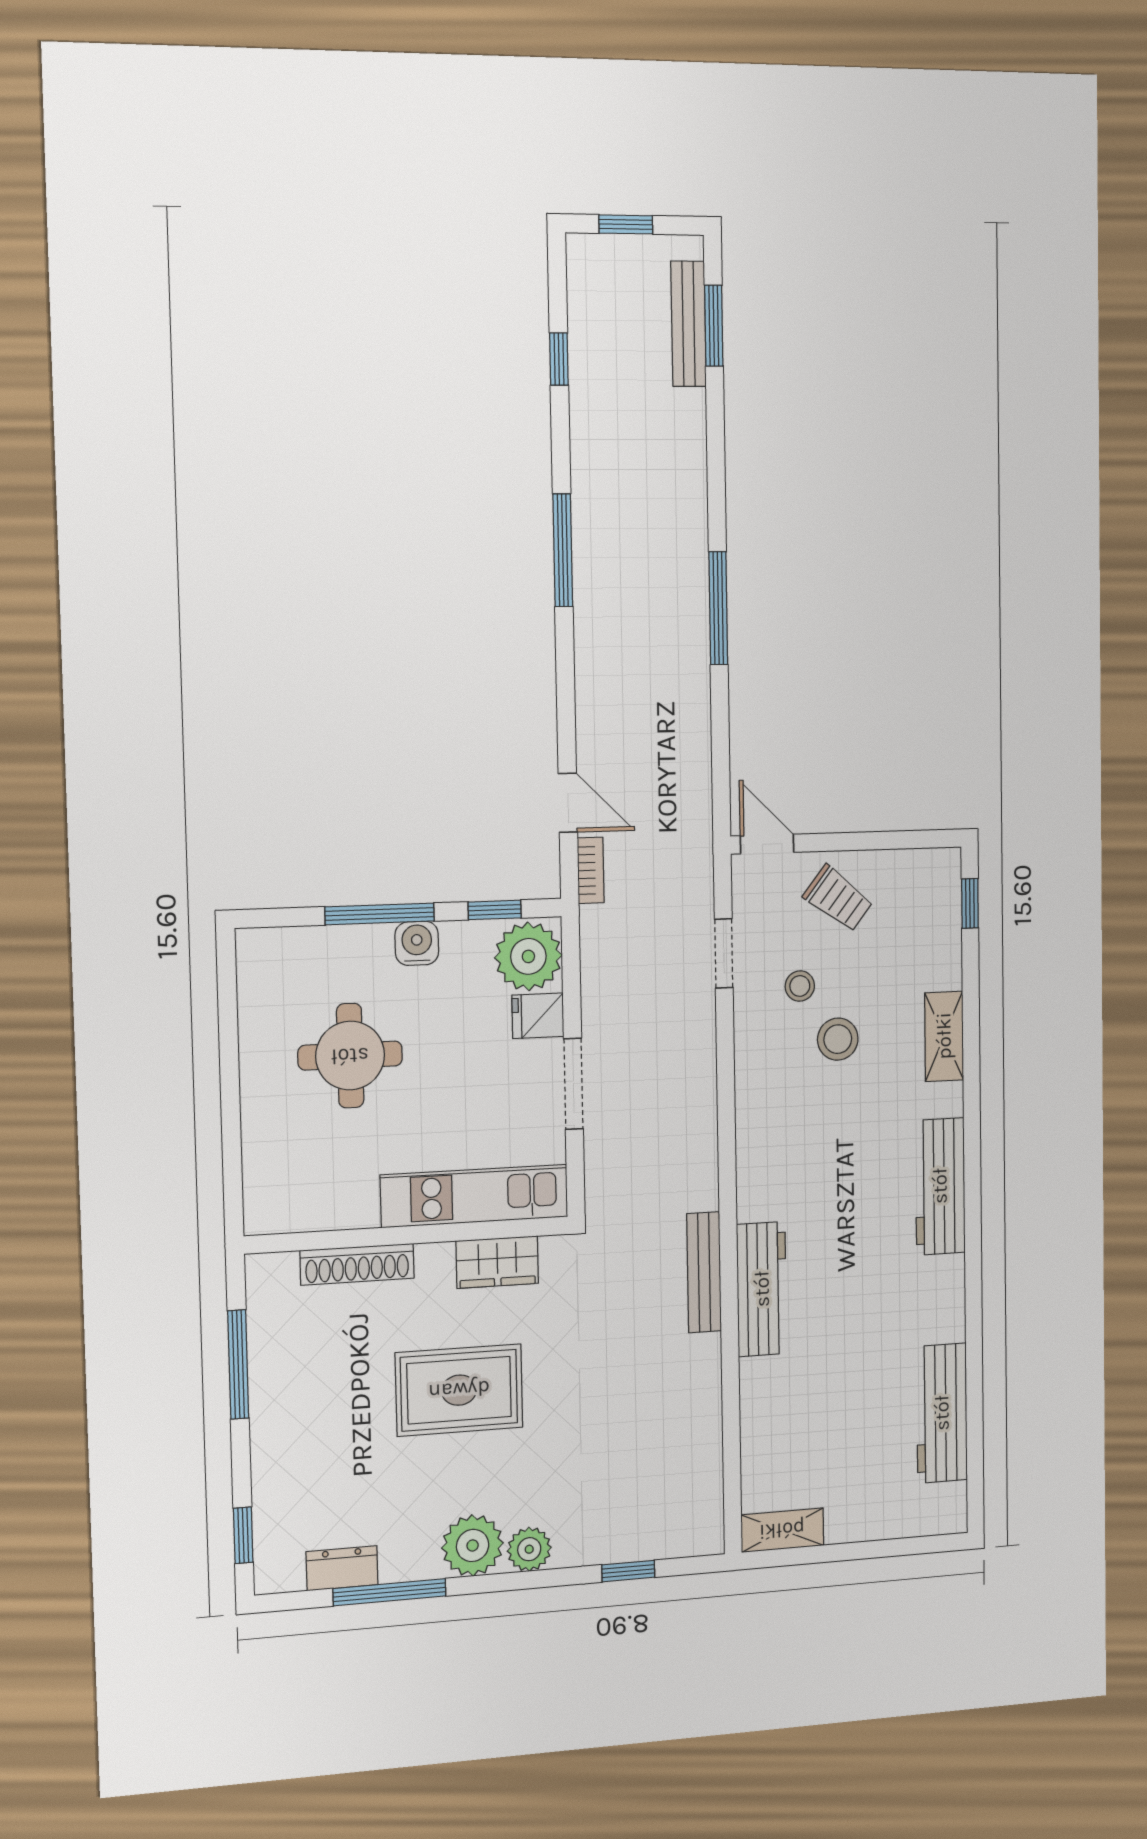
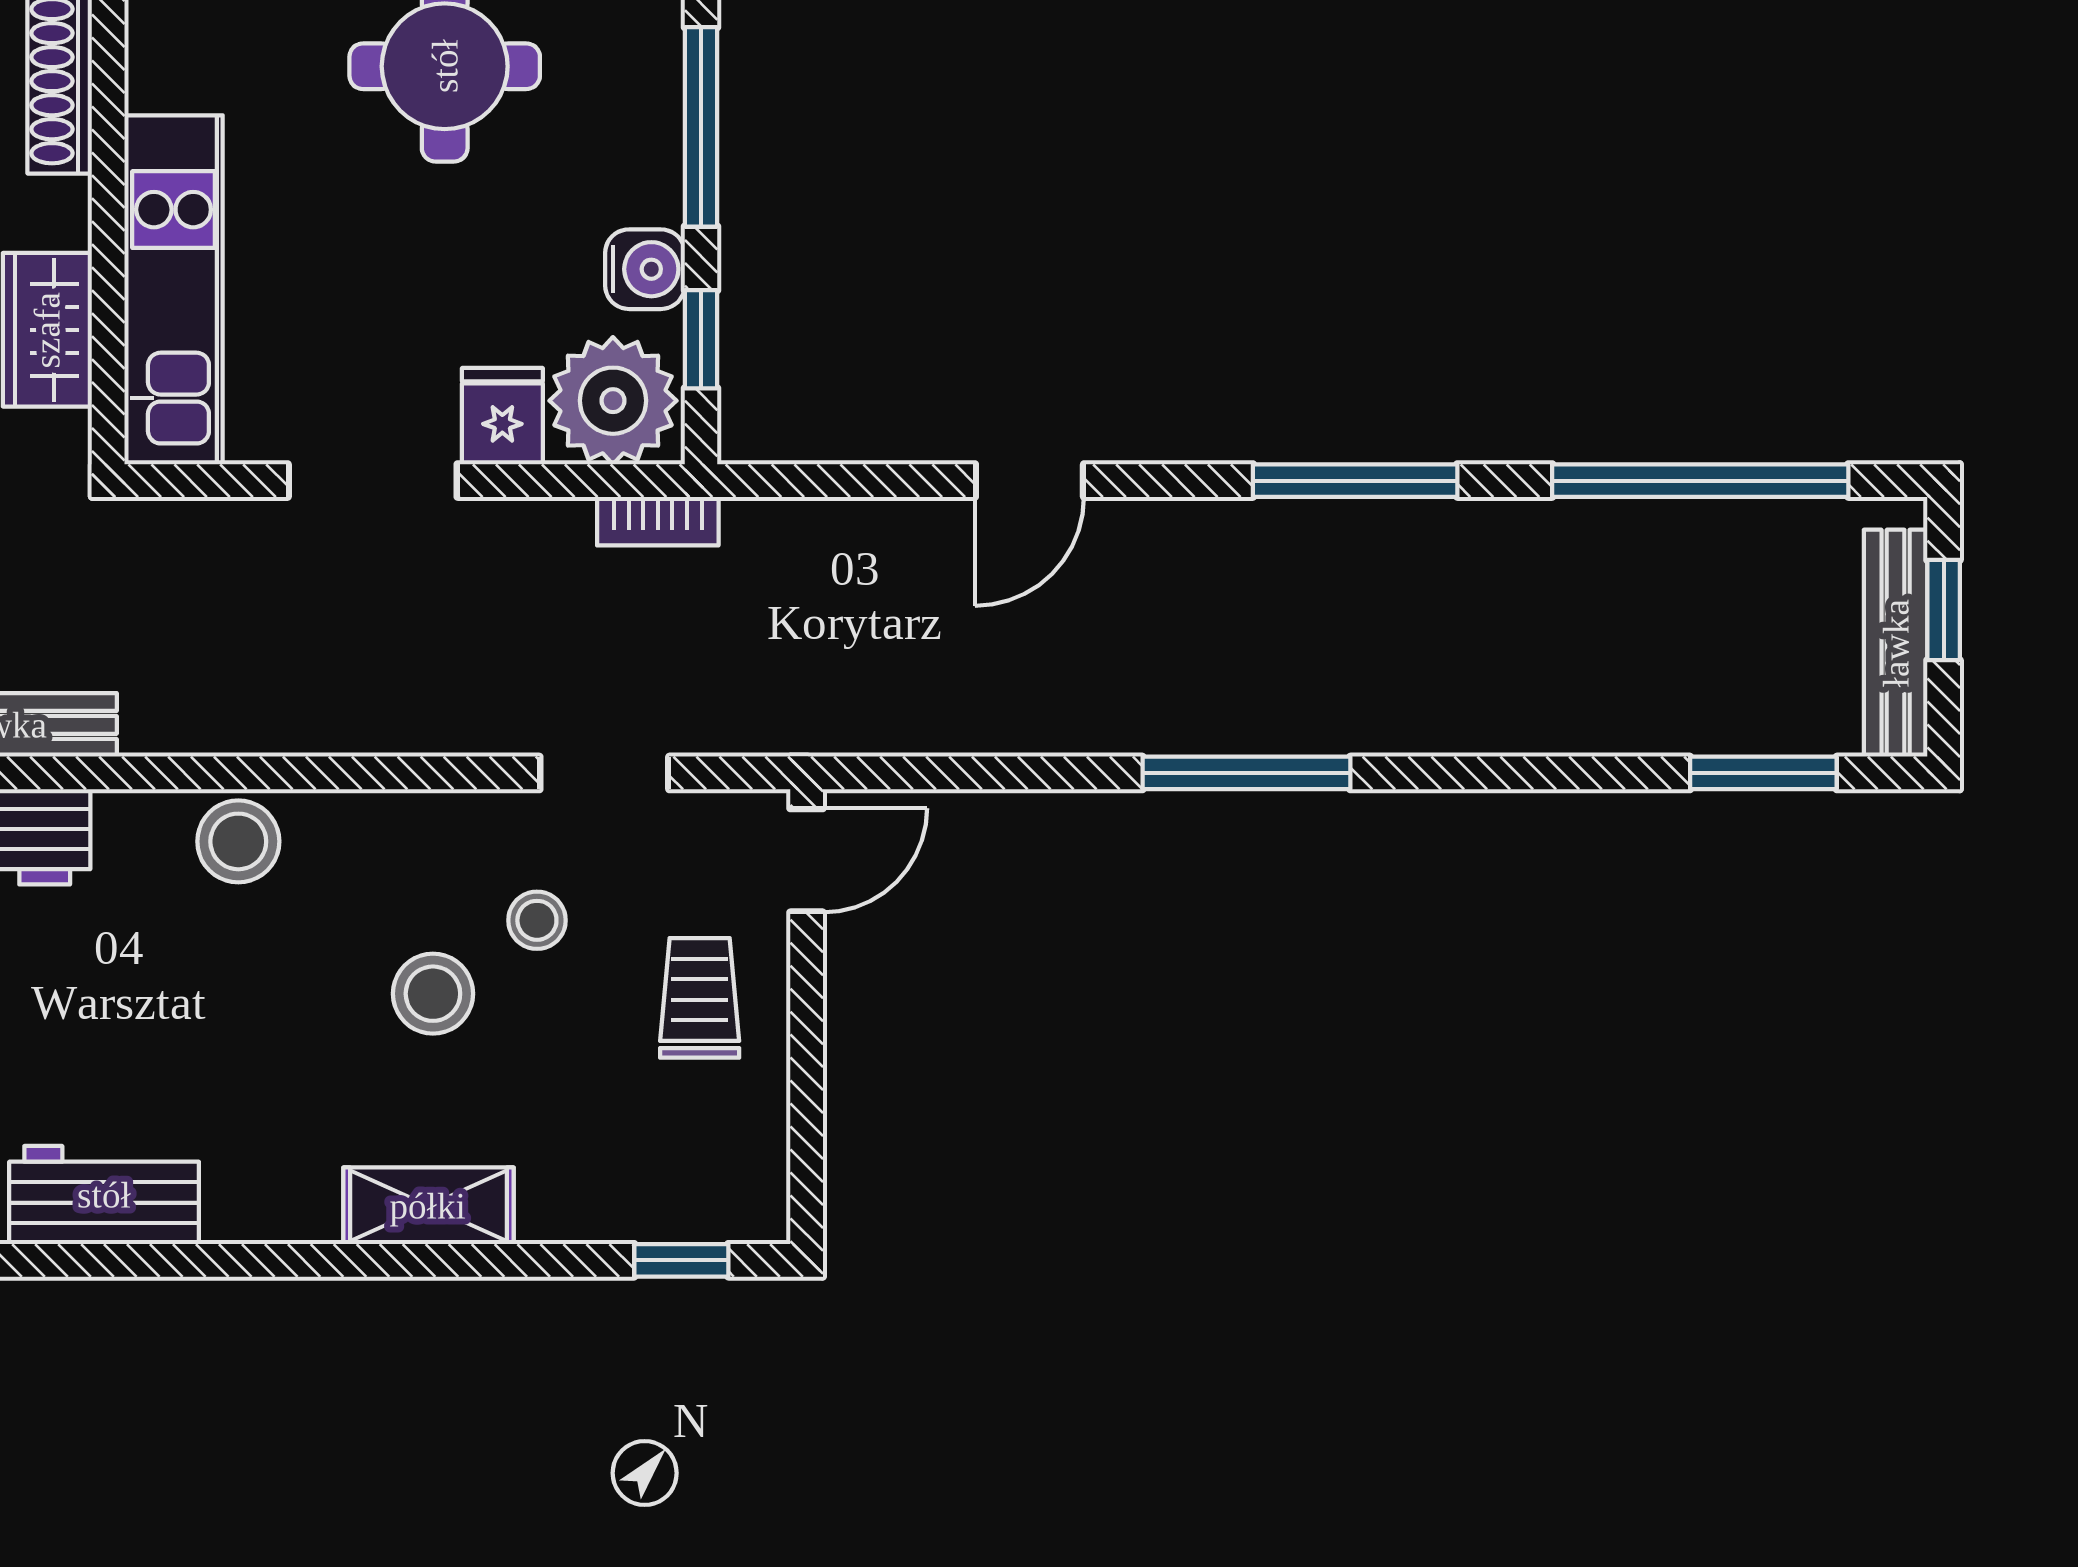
bench: (689, 324) -> (1896, 643), moved, turned 90
window: (559, 359) -> (1700, 481), width x3.17
door: (568, 803) -> (1029, 481), moved
bookcase: (591, 870) -> (658, 521), moved
trolley: (838, 898) -> (700, 998), turned 142
water cooler: (417, 943) -> (645, 269), moved
stool: (762, 1145) -> (238, 841), added
workbench: (940, 1186) -> (104, 1195), width x0.73

